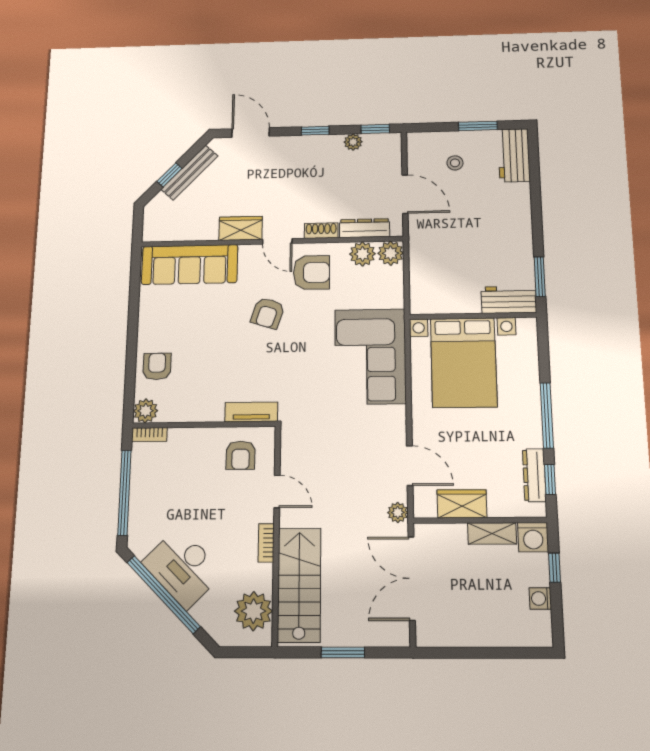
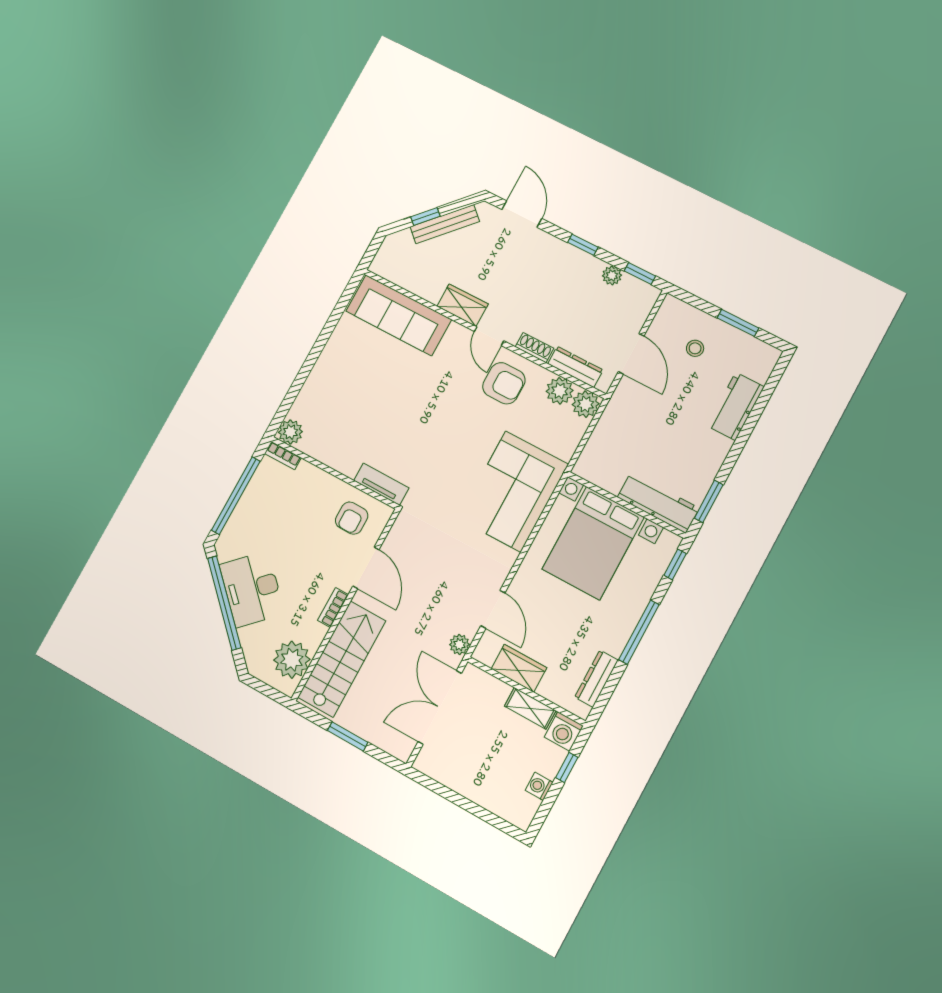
workbench: (514, 155) -> (736, 406), moved
workbench: (509, 300) -> (658, 503), width x1.38
armchair: (268, 313) -> (444, 400), removed
armchair: (157, 366) -> (321, 396), removed
window: (550, 479) -> (675, 564), moved
door: (277, 491) -> (366, 568), width x1.38

